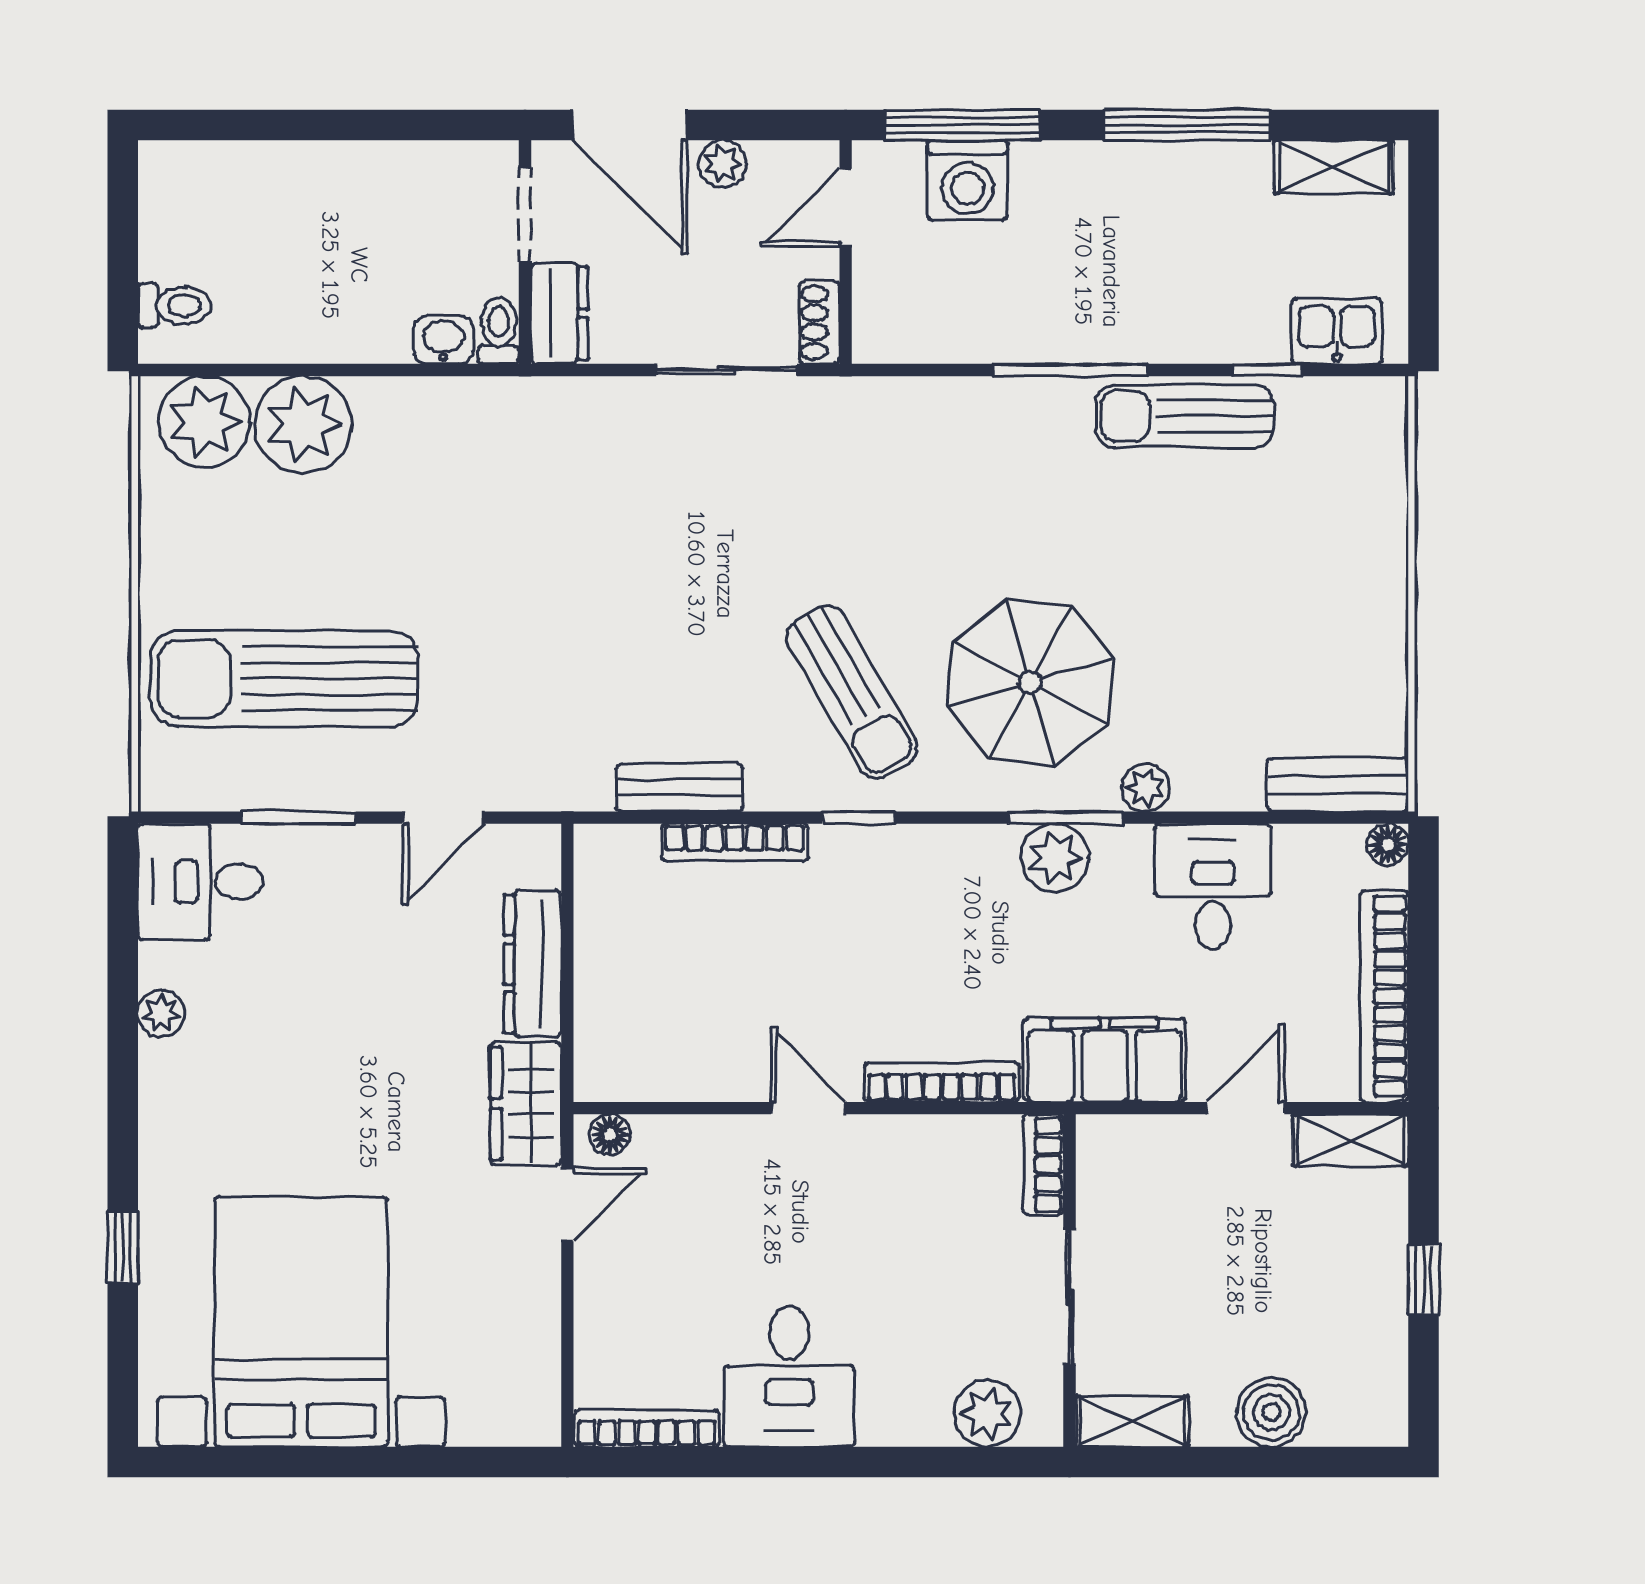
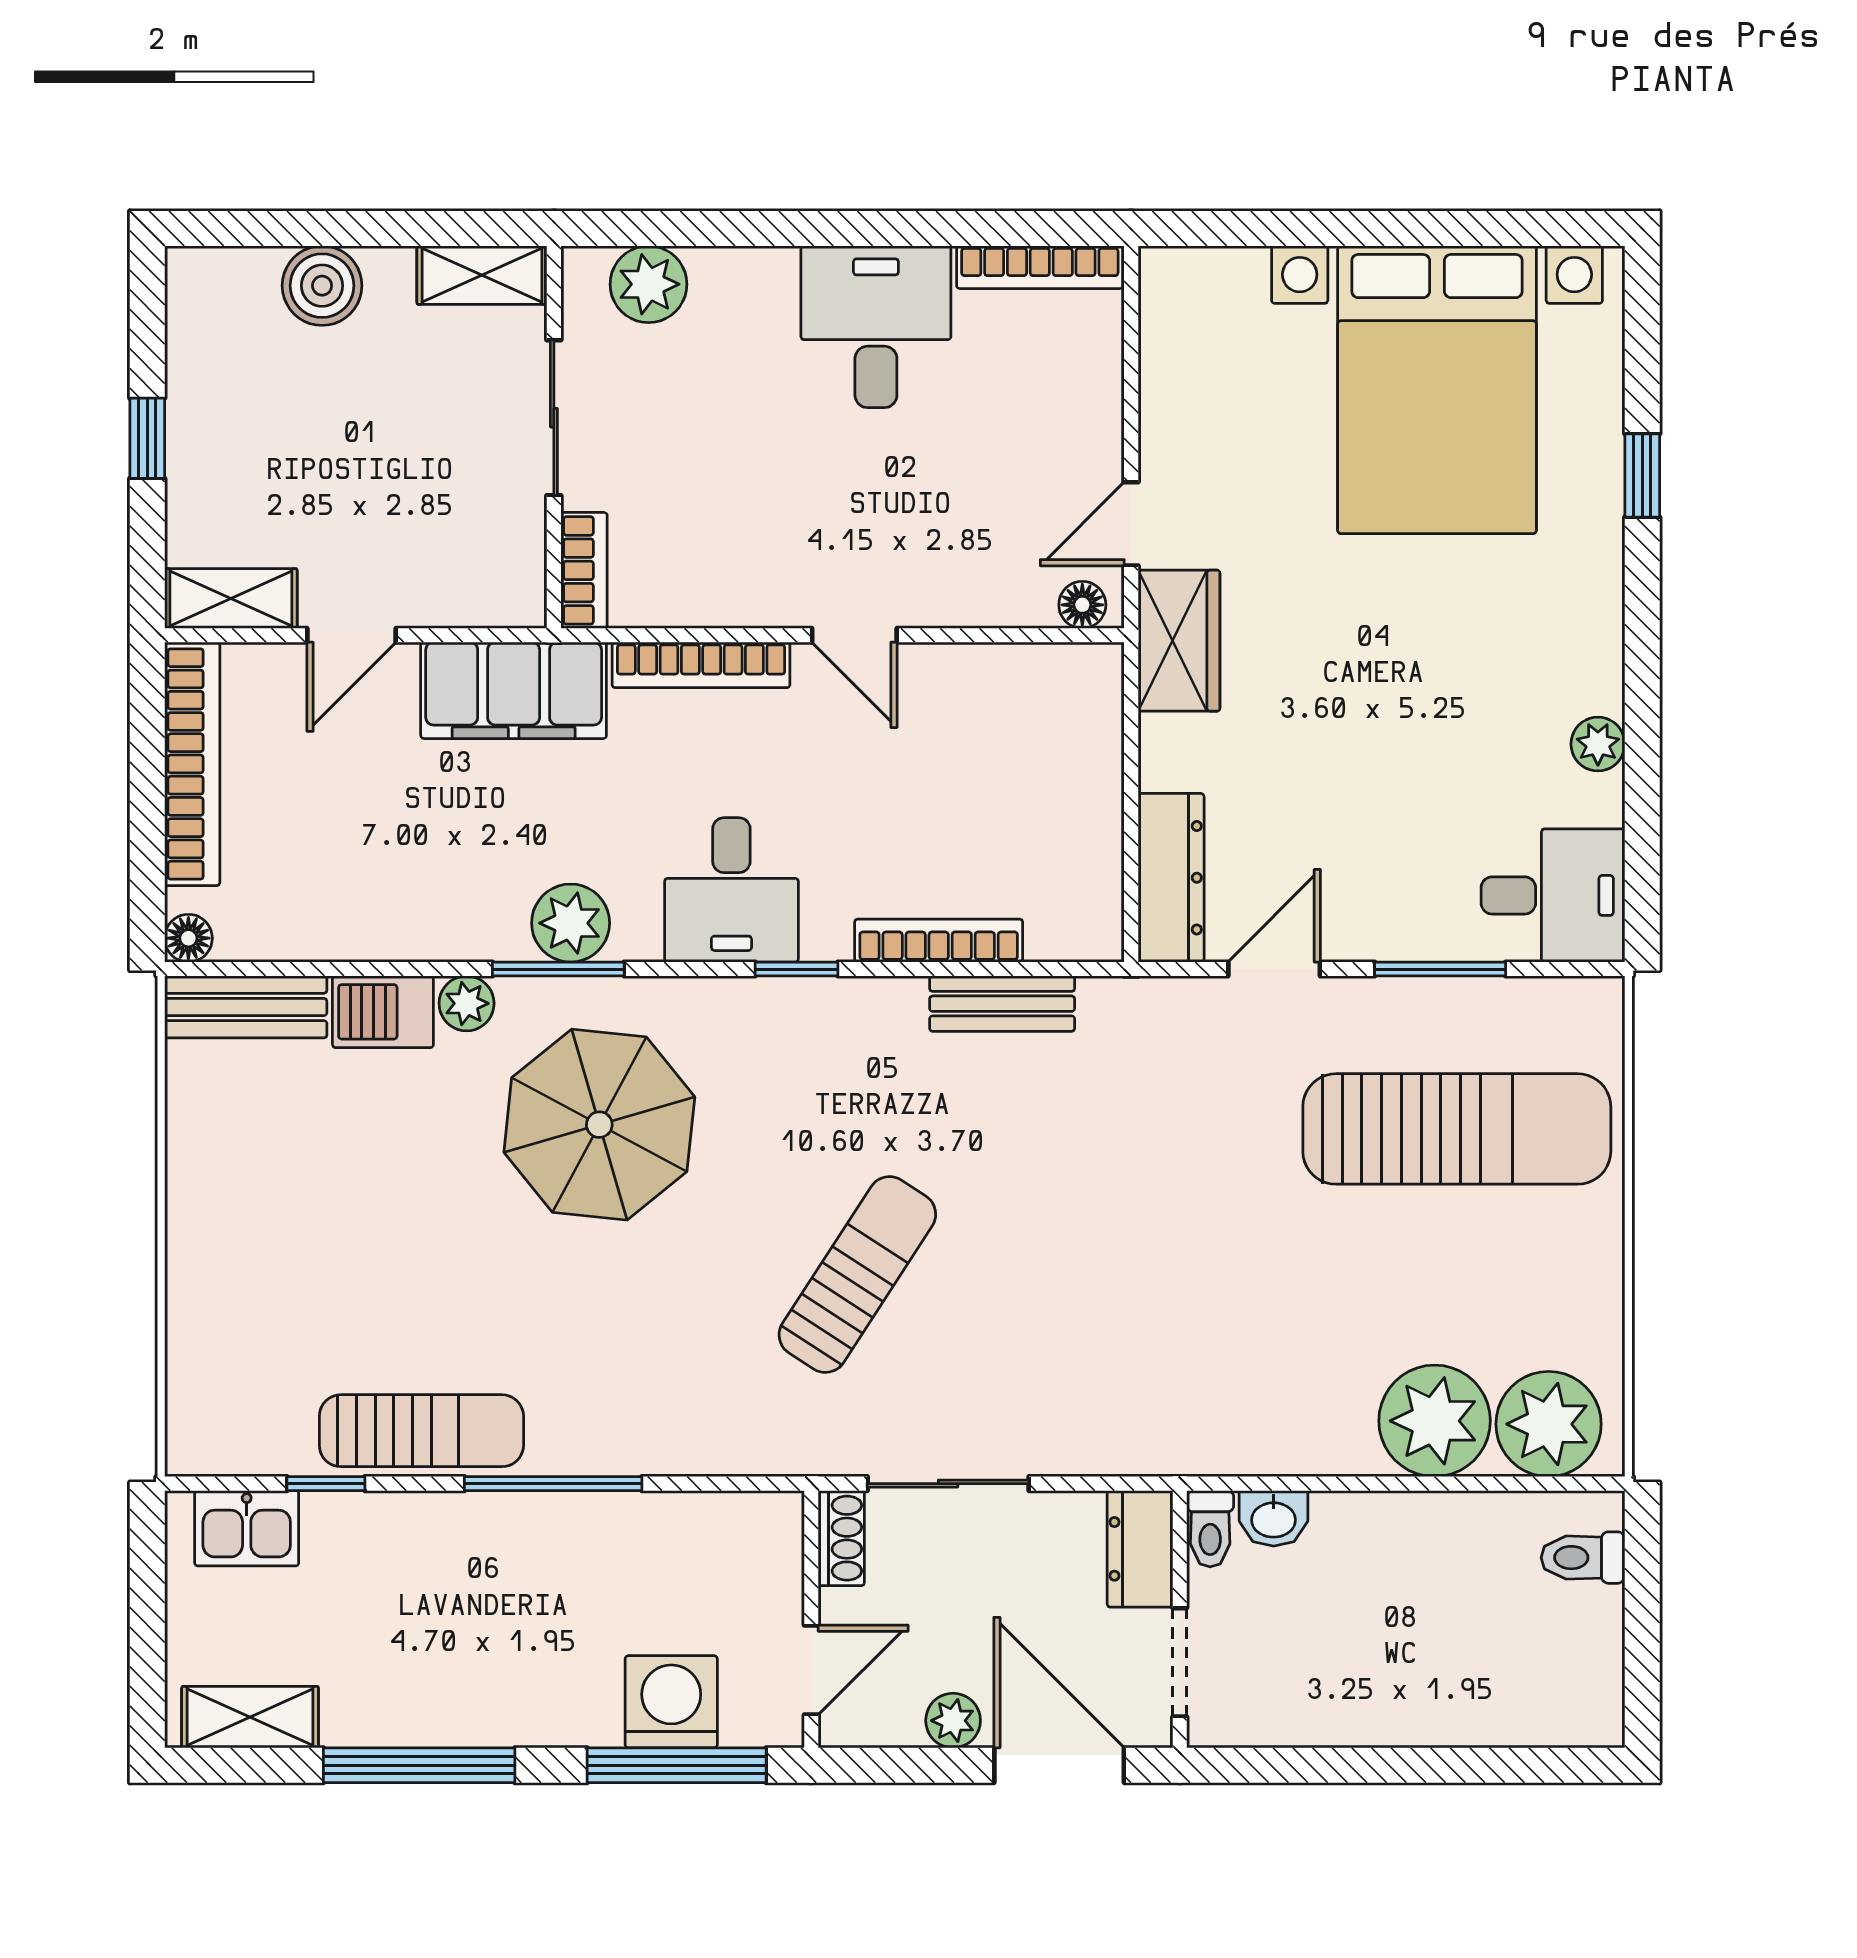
sun lounger: (852, 692) -> (857, 1275), moved, turned 63
barbecue: (1218, 780) -> (383, 1012), added
desk: (1213, 887) -> (731, 890), moved
dresser: (533, 964) -> (1171, 878), moved

